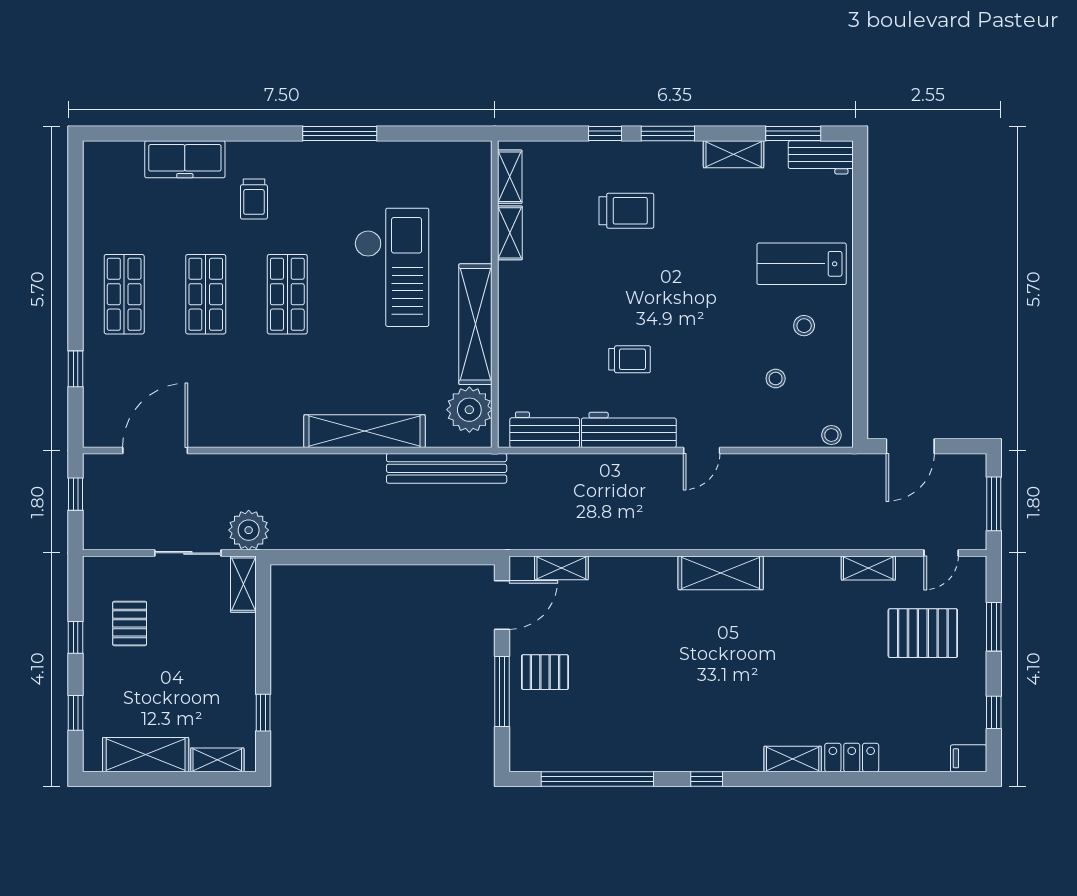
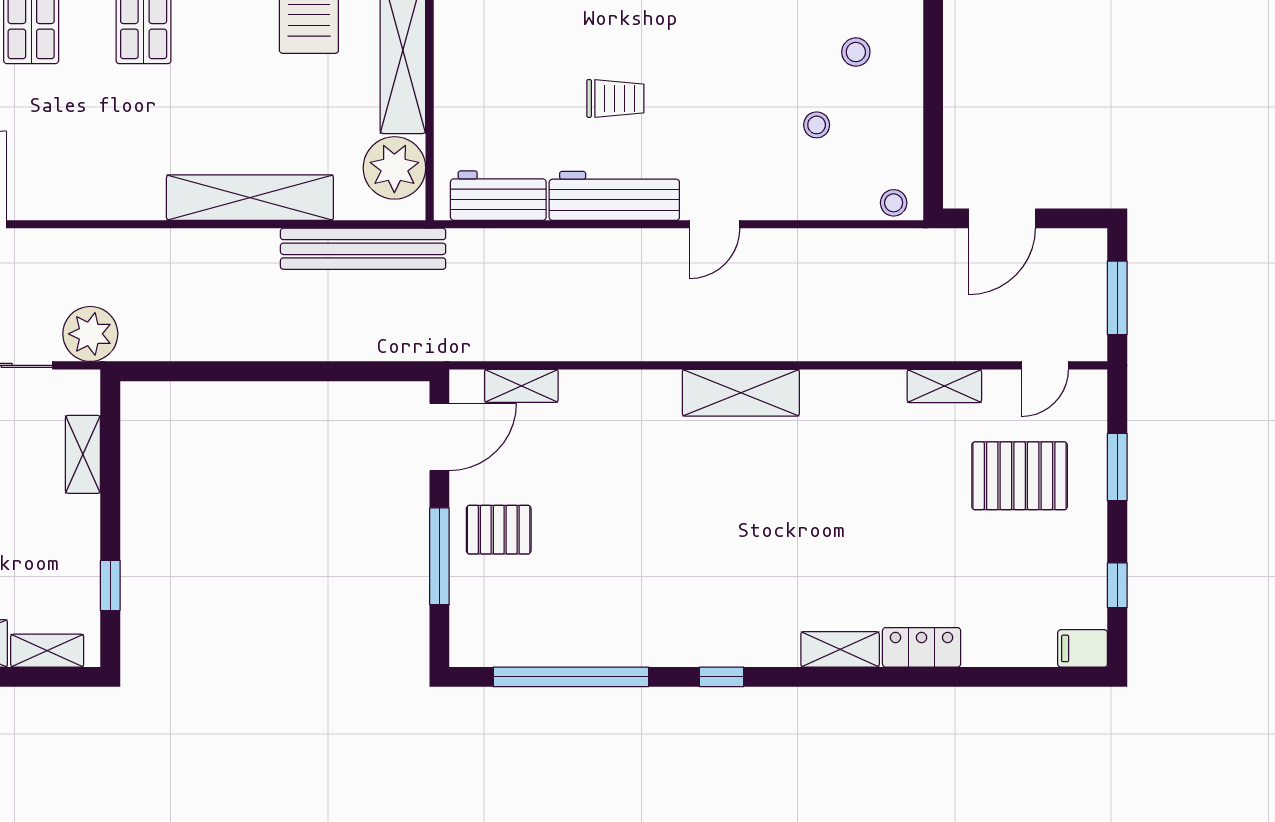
shelving: (243, 584) -> (83, 454), moved

